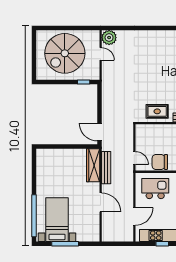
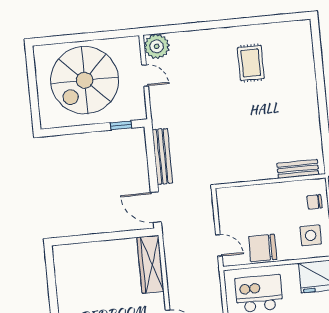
rug: (157, 111) -> (251, 63), moved, turned 90
bench: (106, 168) -> (162, 156), moved

